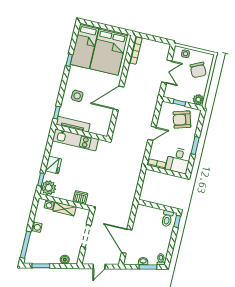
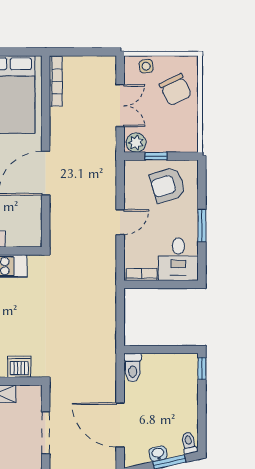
plant: (198, 100) -> (136, 143), moved
toilet: (167, 219) -> (133, 368), moved

